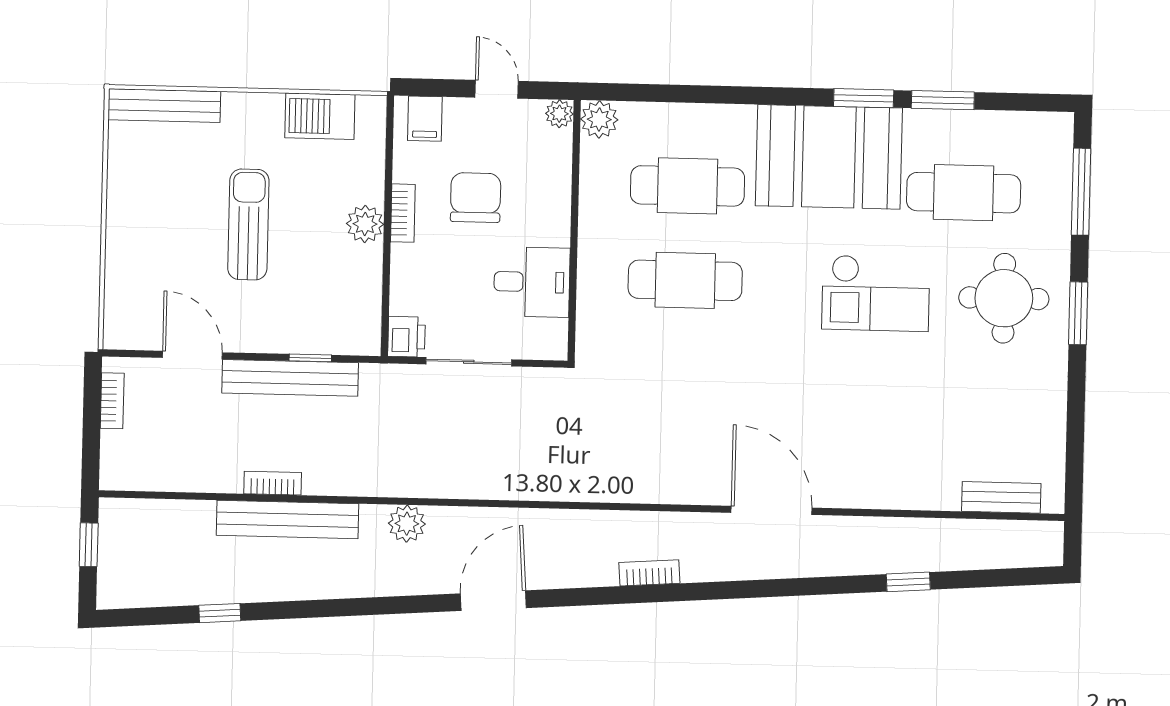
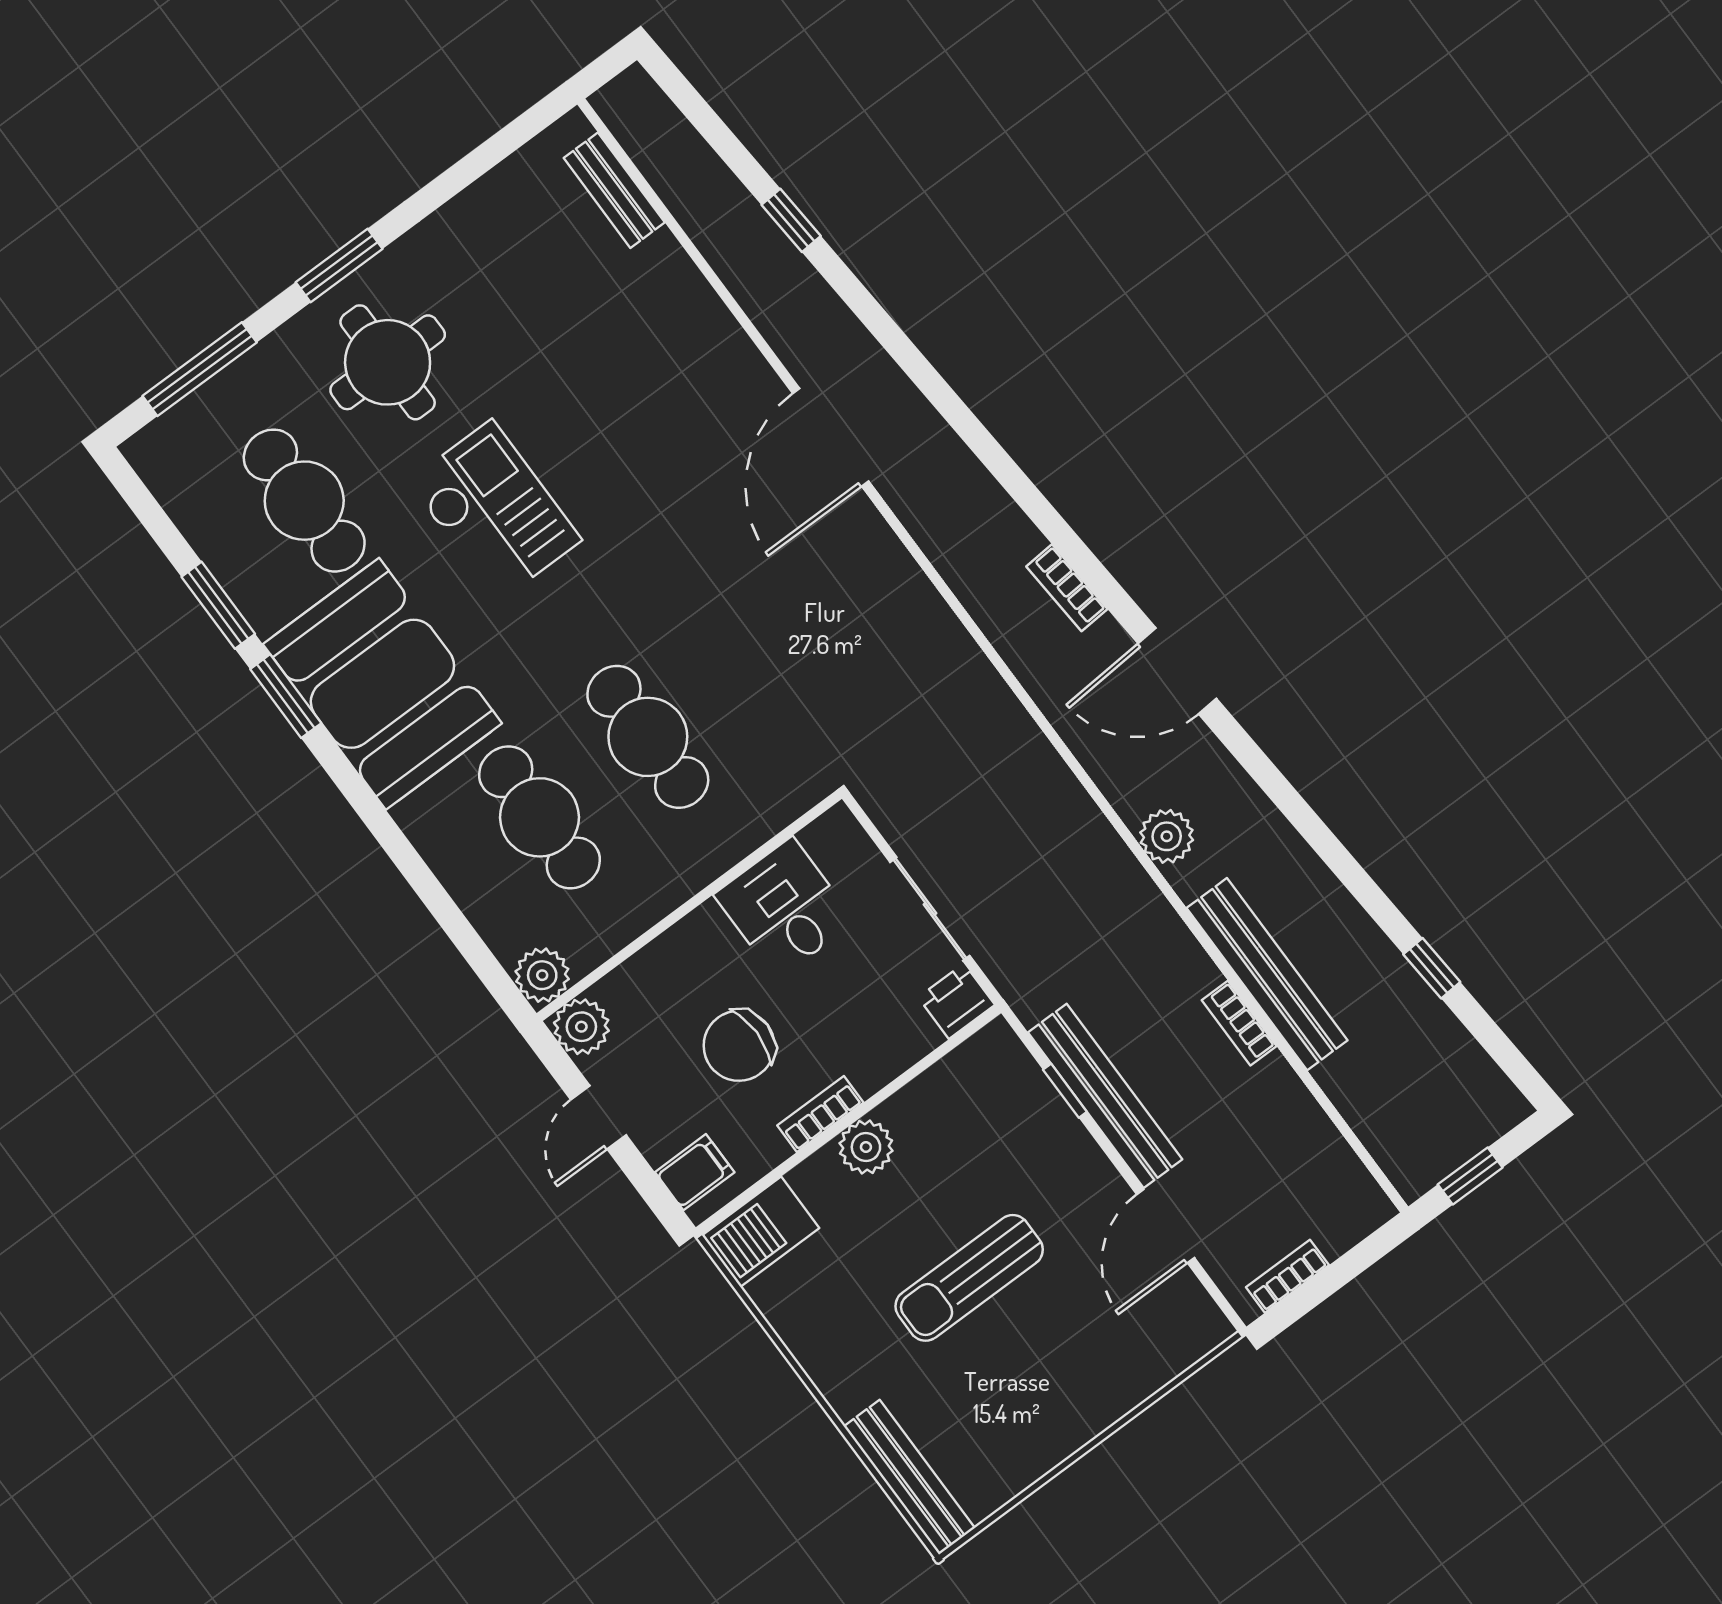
plant: (559, 114) -> (581, 1027), width x1.38, depth x1.38
barbecue: (320, 116) -> (761, 1232), moved, turned 90
bookcase: (649, 573) -> (1067, 588), moved

